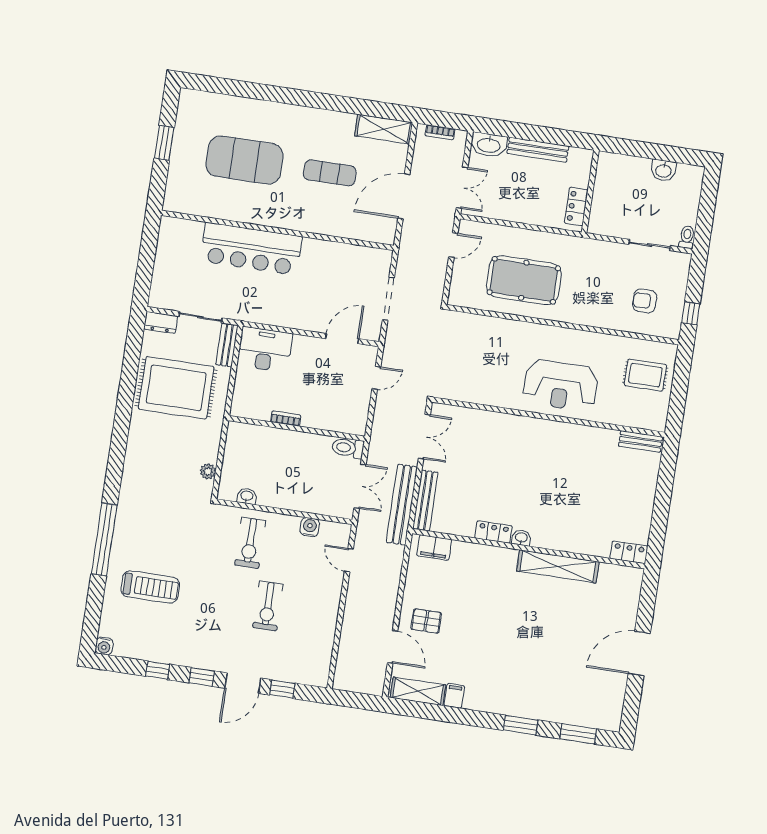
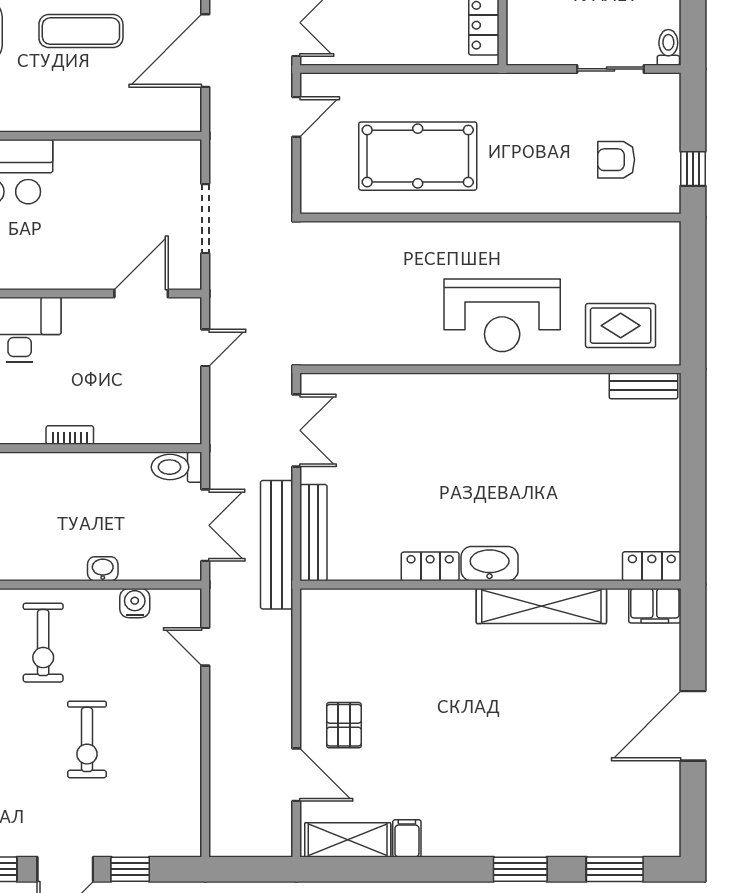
rug: (645, 375) -> (621, 326), moved
washbasin: (247, 496) -> (103, 569), moved
washbasin: (521, 538) -> (490, 564), width x1.91, depth x1.45
filing cabinet: (434, 547) -> (655, 606), moved
pallet: (426, 621) -> (344, 725), turned 90

